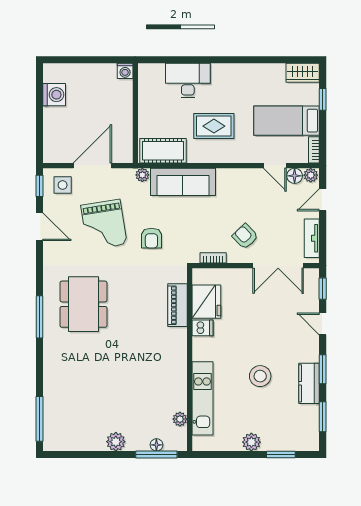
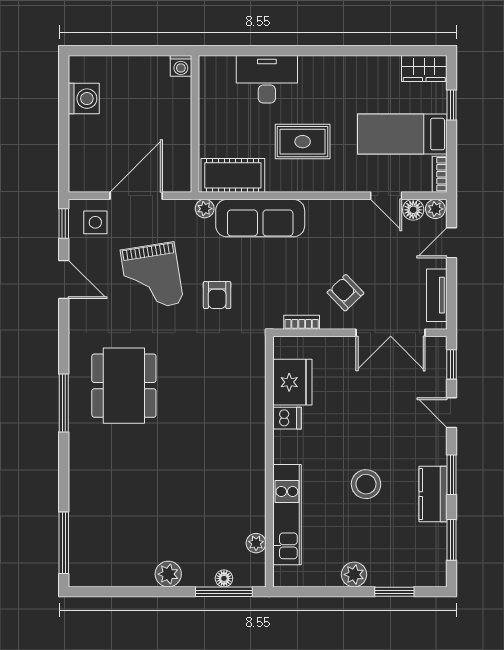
piano: (177, 305) -> (253, 387), removed

